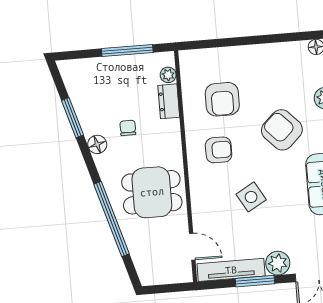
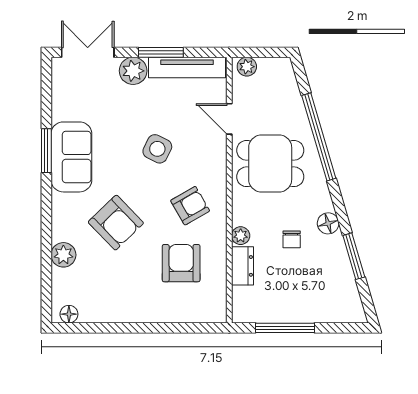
plant: (168, 75) -> (241, 236), moved
armchair: (219, 150) -> (190, 206), turned 150
side table: (251, 197) -> (157, 149), turned -34
door: (192, 247) -> (229, 119), moved
plant: (179, 275) -> (247, 67), added

